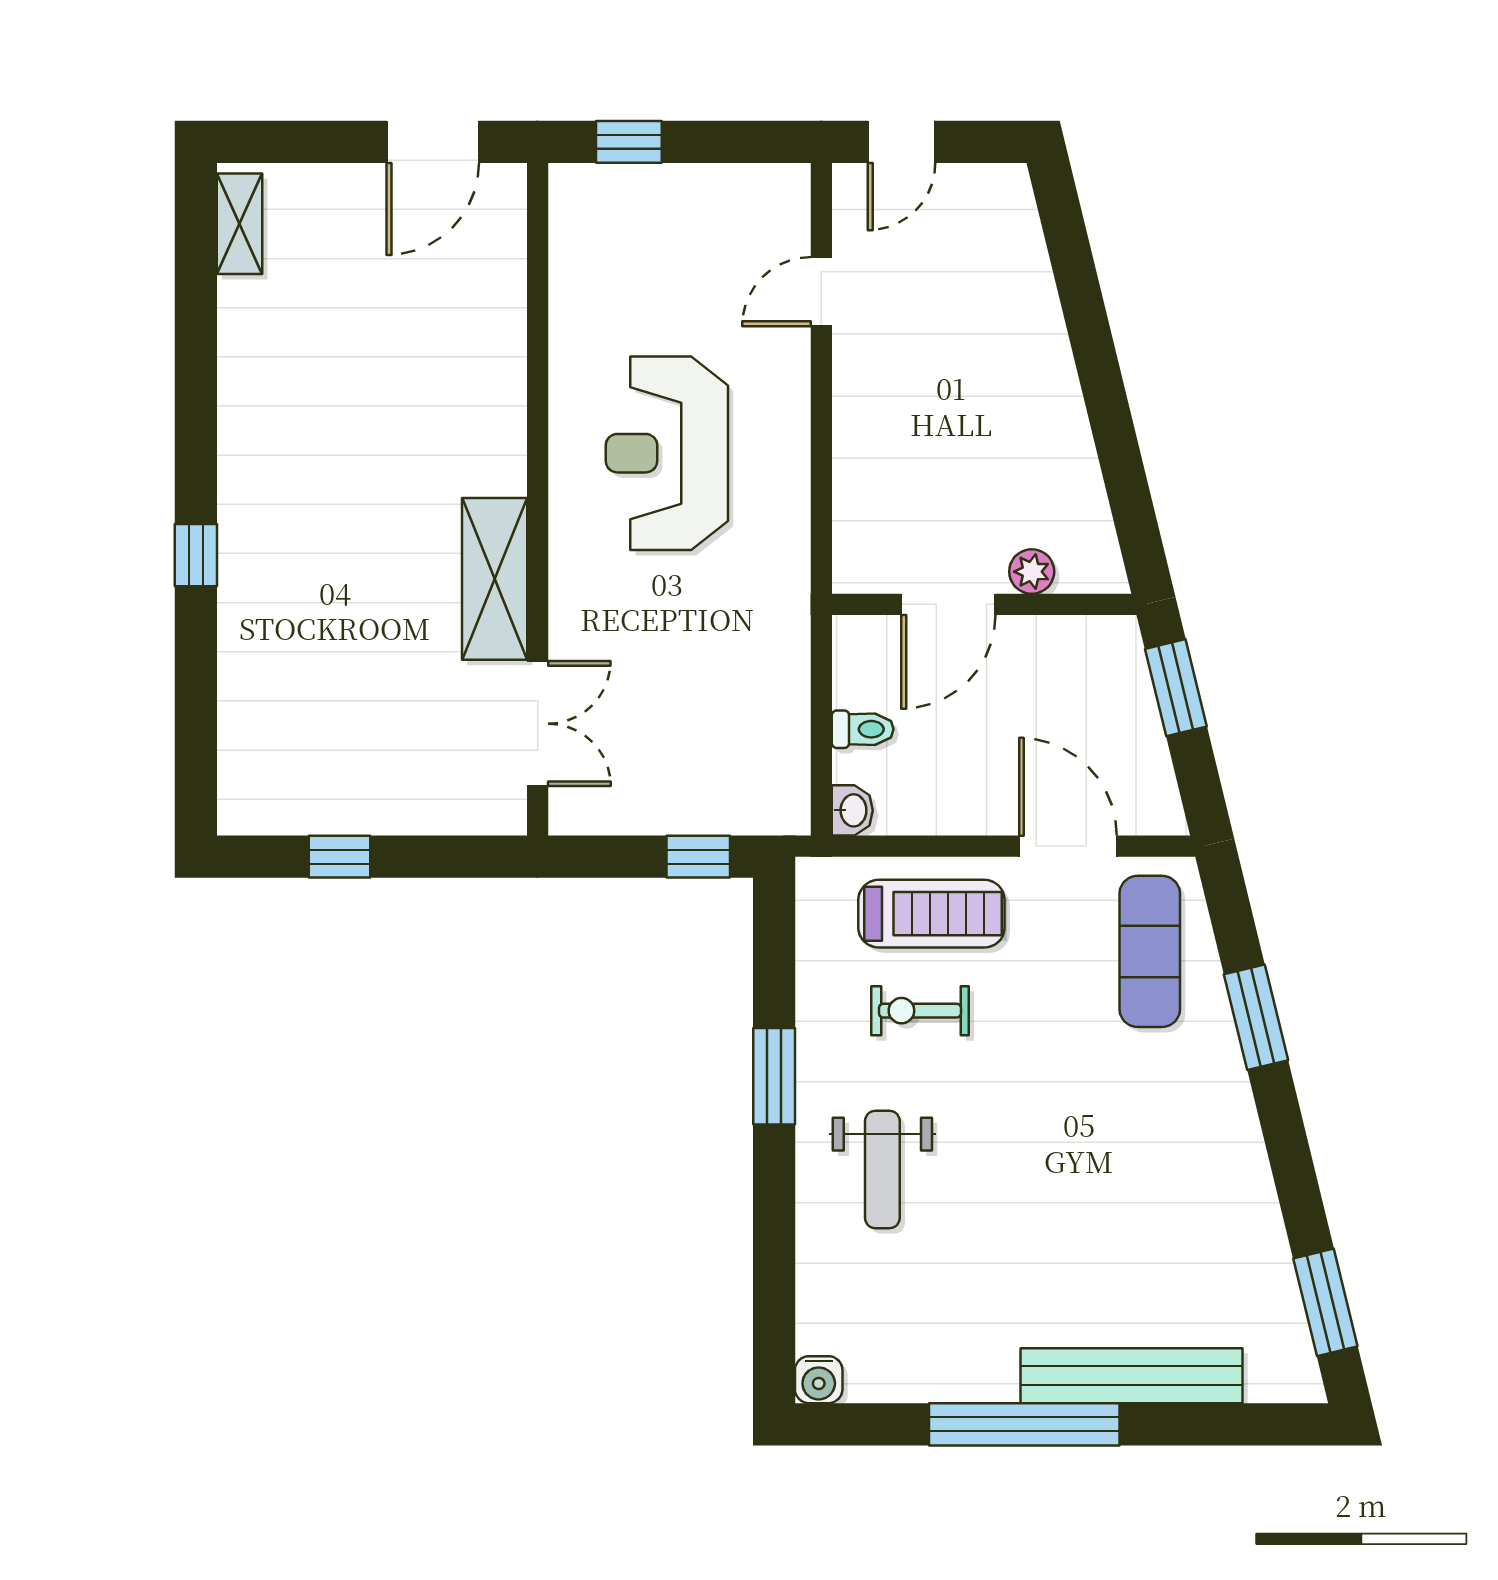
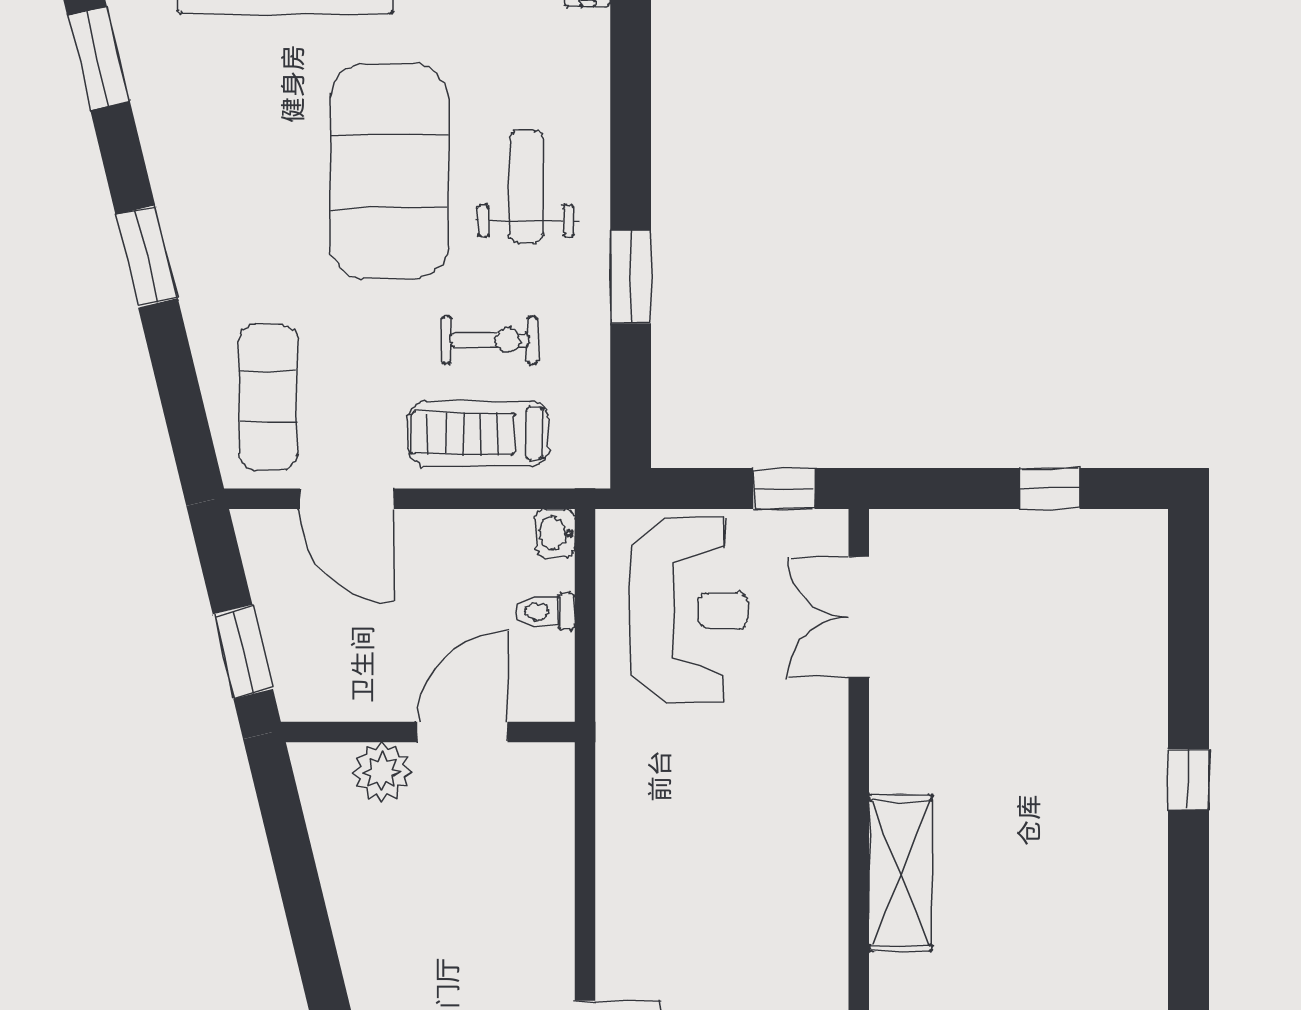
reception desk: (667, 453) -> (689, 611), moved
plant: (1032, 572) -> (382, 772), width x1.38, depth x1.38
shelving: (495, 579) -> (900, 873), moved
window: (698, 857) -> (784, 489), moved
window: (1256, 1017) -> (147, 256), moved
exercise mat: (1024, 1186) -> (389, 171), added

